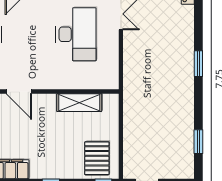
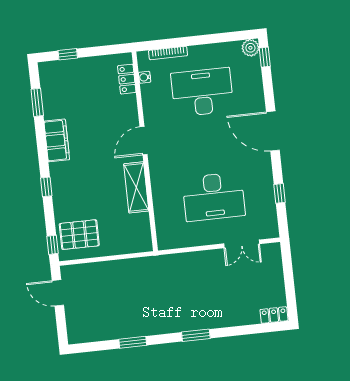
shelving: (79, 103) -> (136, 187), moved
window: (198, 142) -> (133, 342), moved

